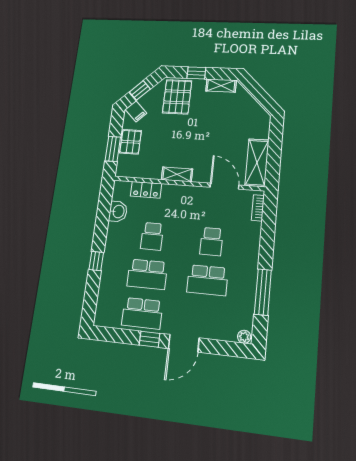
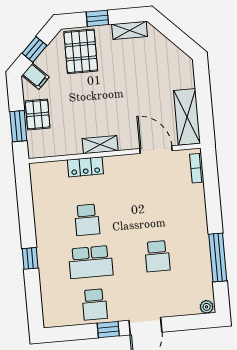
locker: (146, 190) -> (85, 167), moved
washbasin: (118, 211) -> (42, 199), removed
school desk: (211, 242) -> (154, 214), removed
school desk: (207, 280) -> (157, 256), width x0.54
school desk: (142, 313) -> (95, 304), width x0.54

